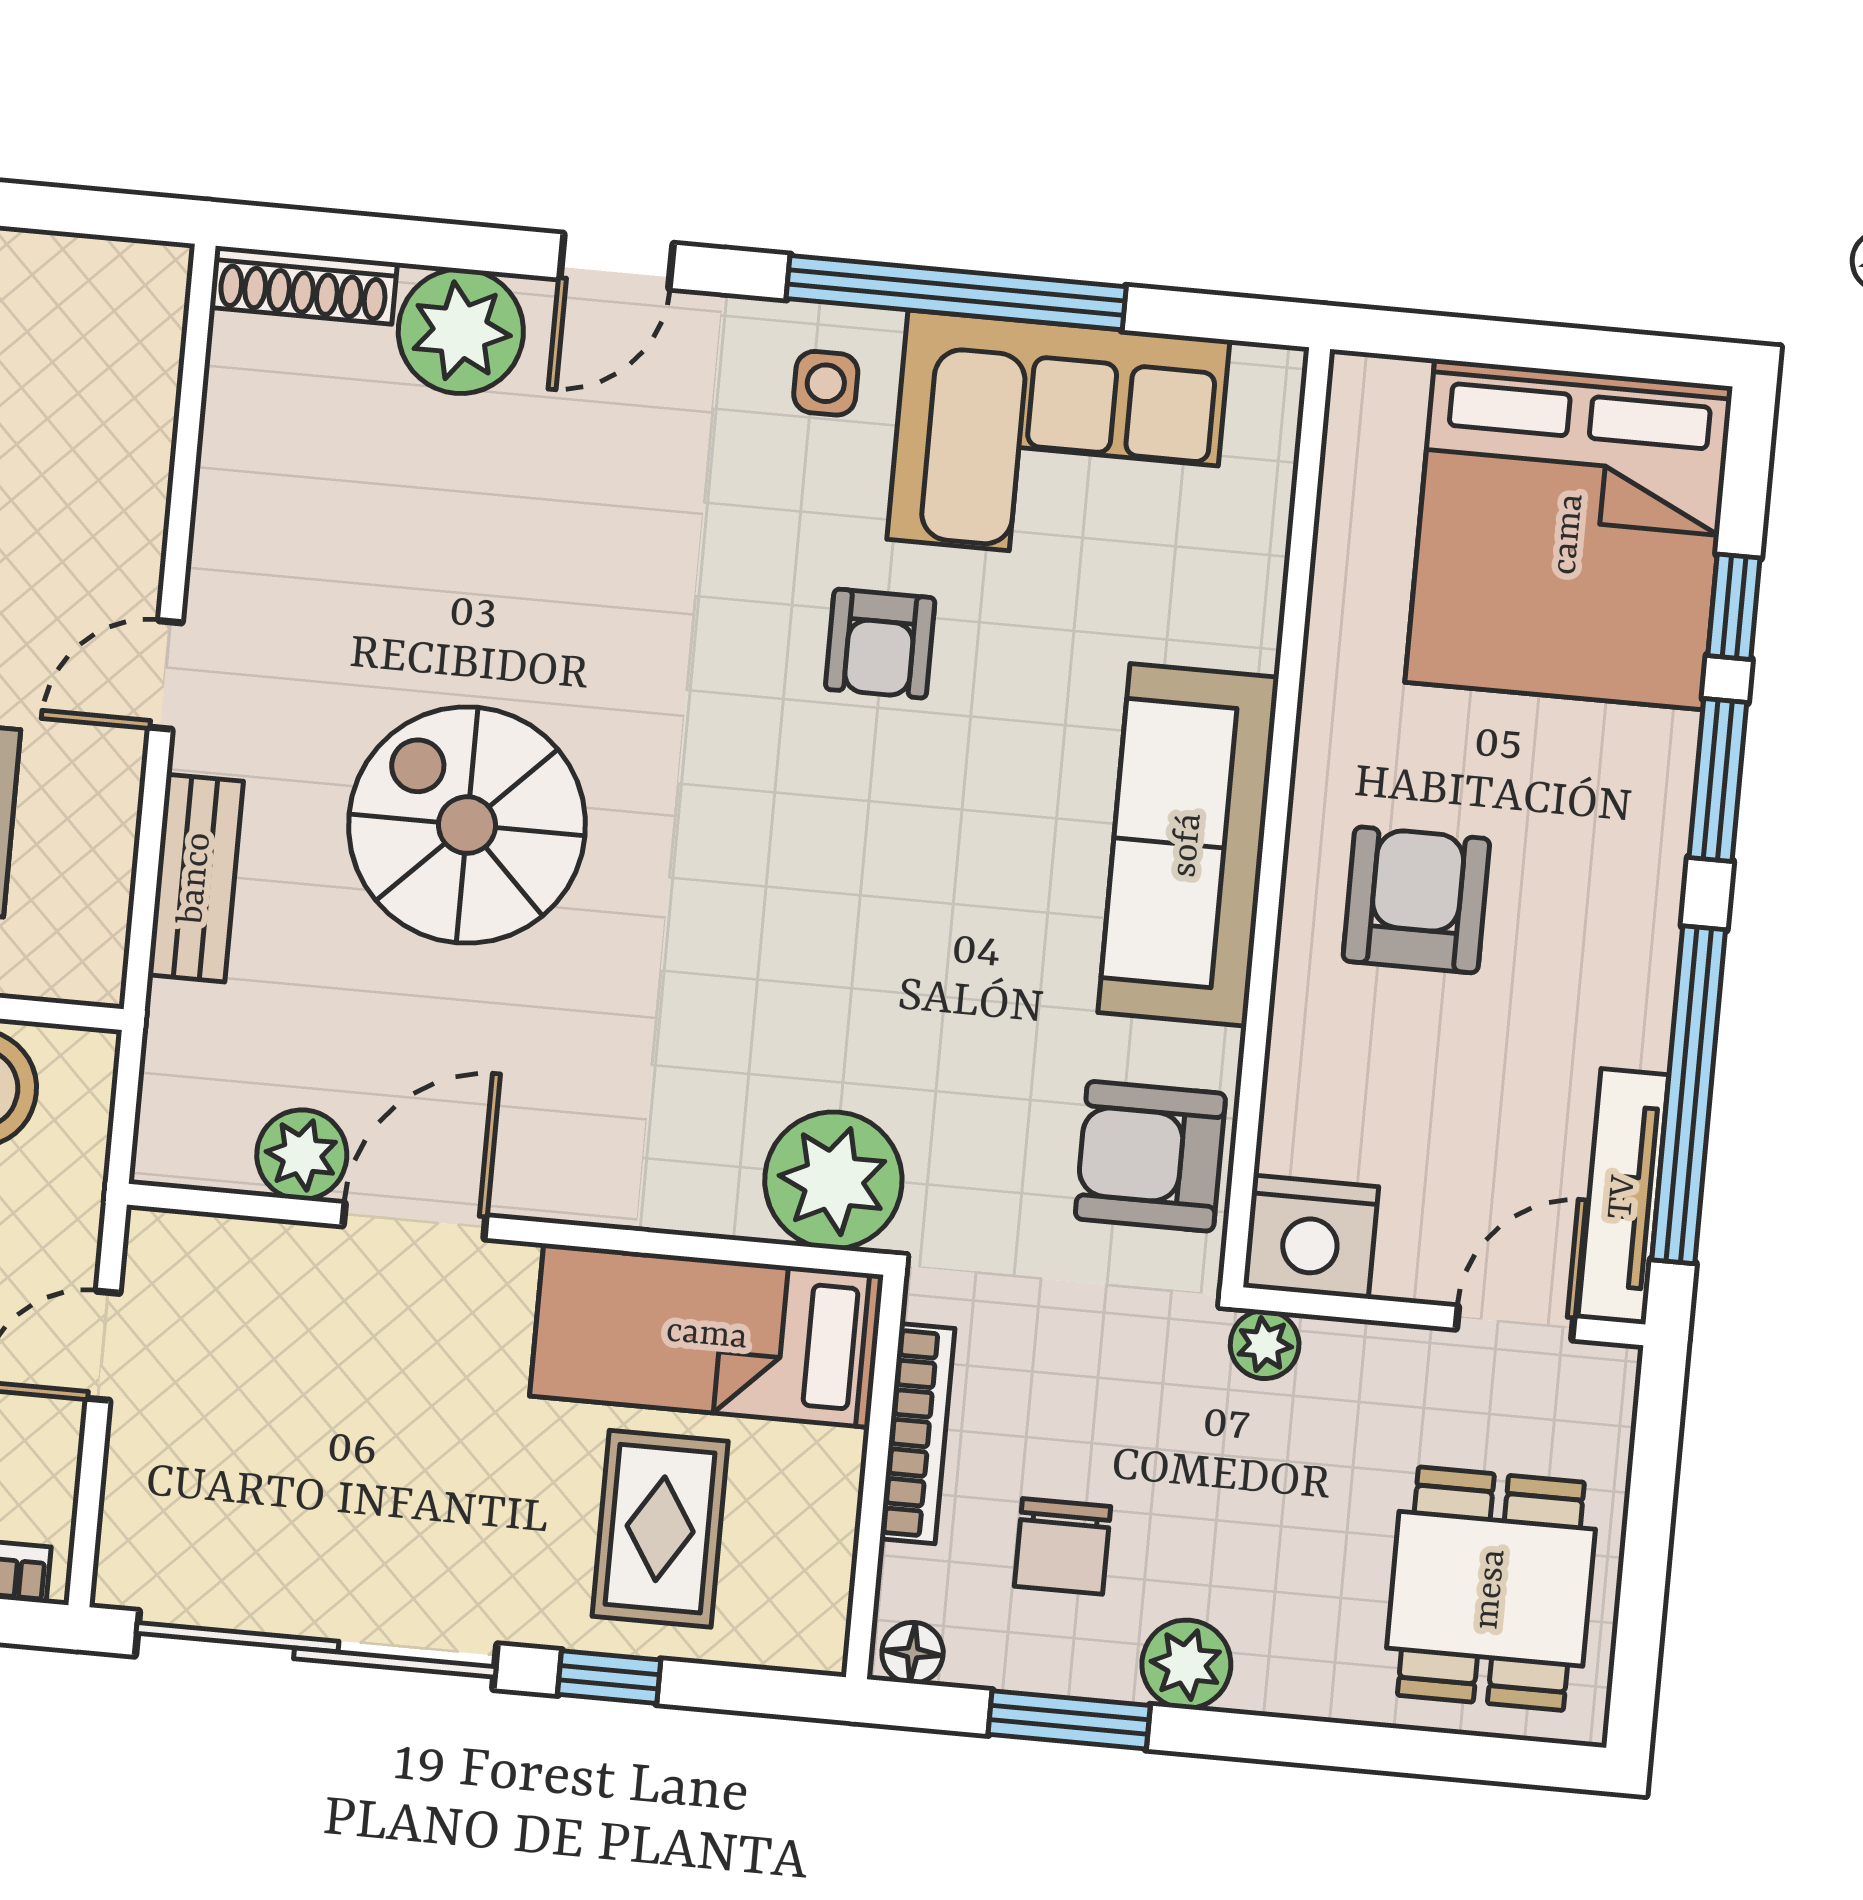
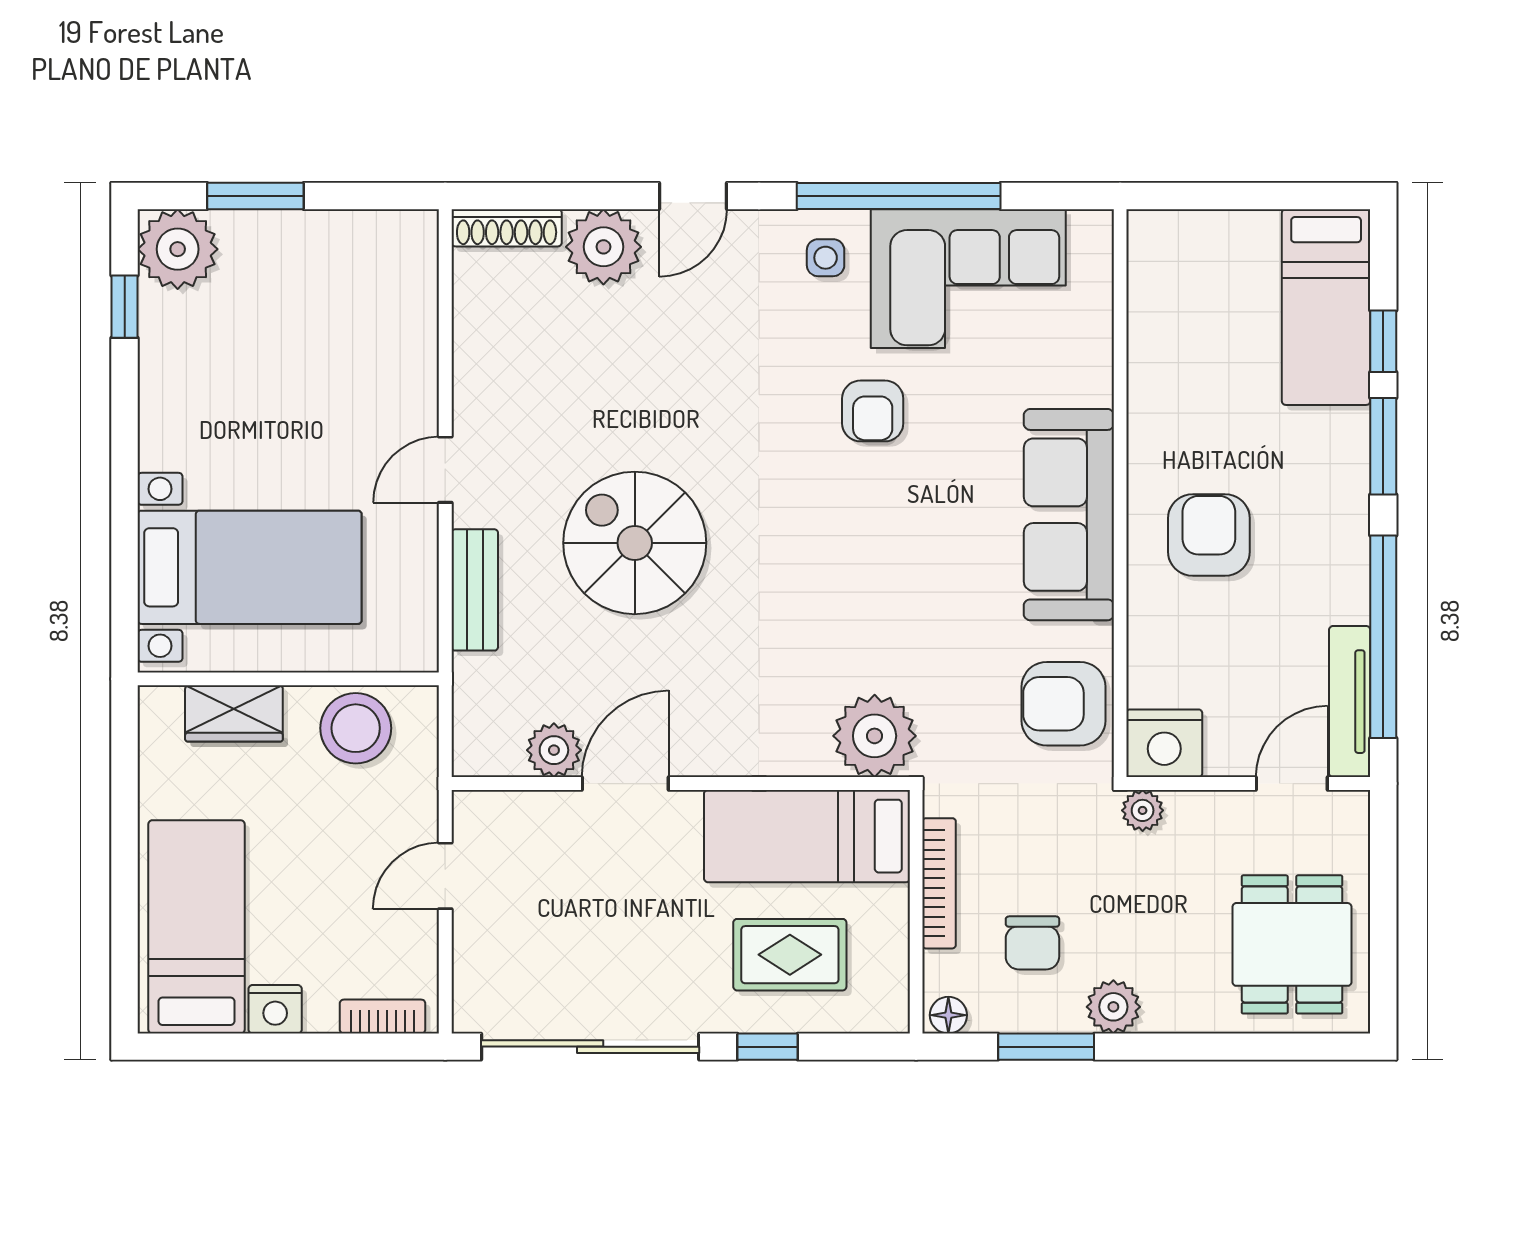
bed: (1569, 534) -> (1326, 307), width x0.49
rug: (660, 1529) -> (790, 955), turned 90

